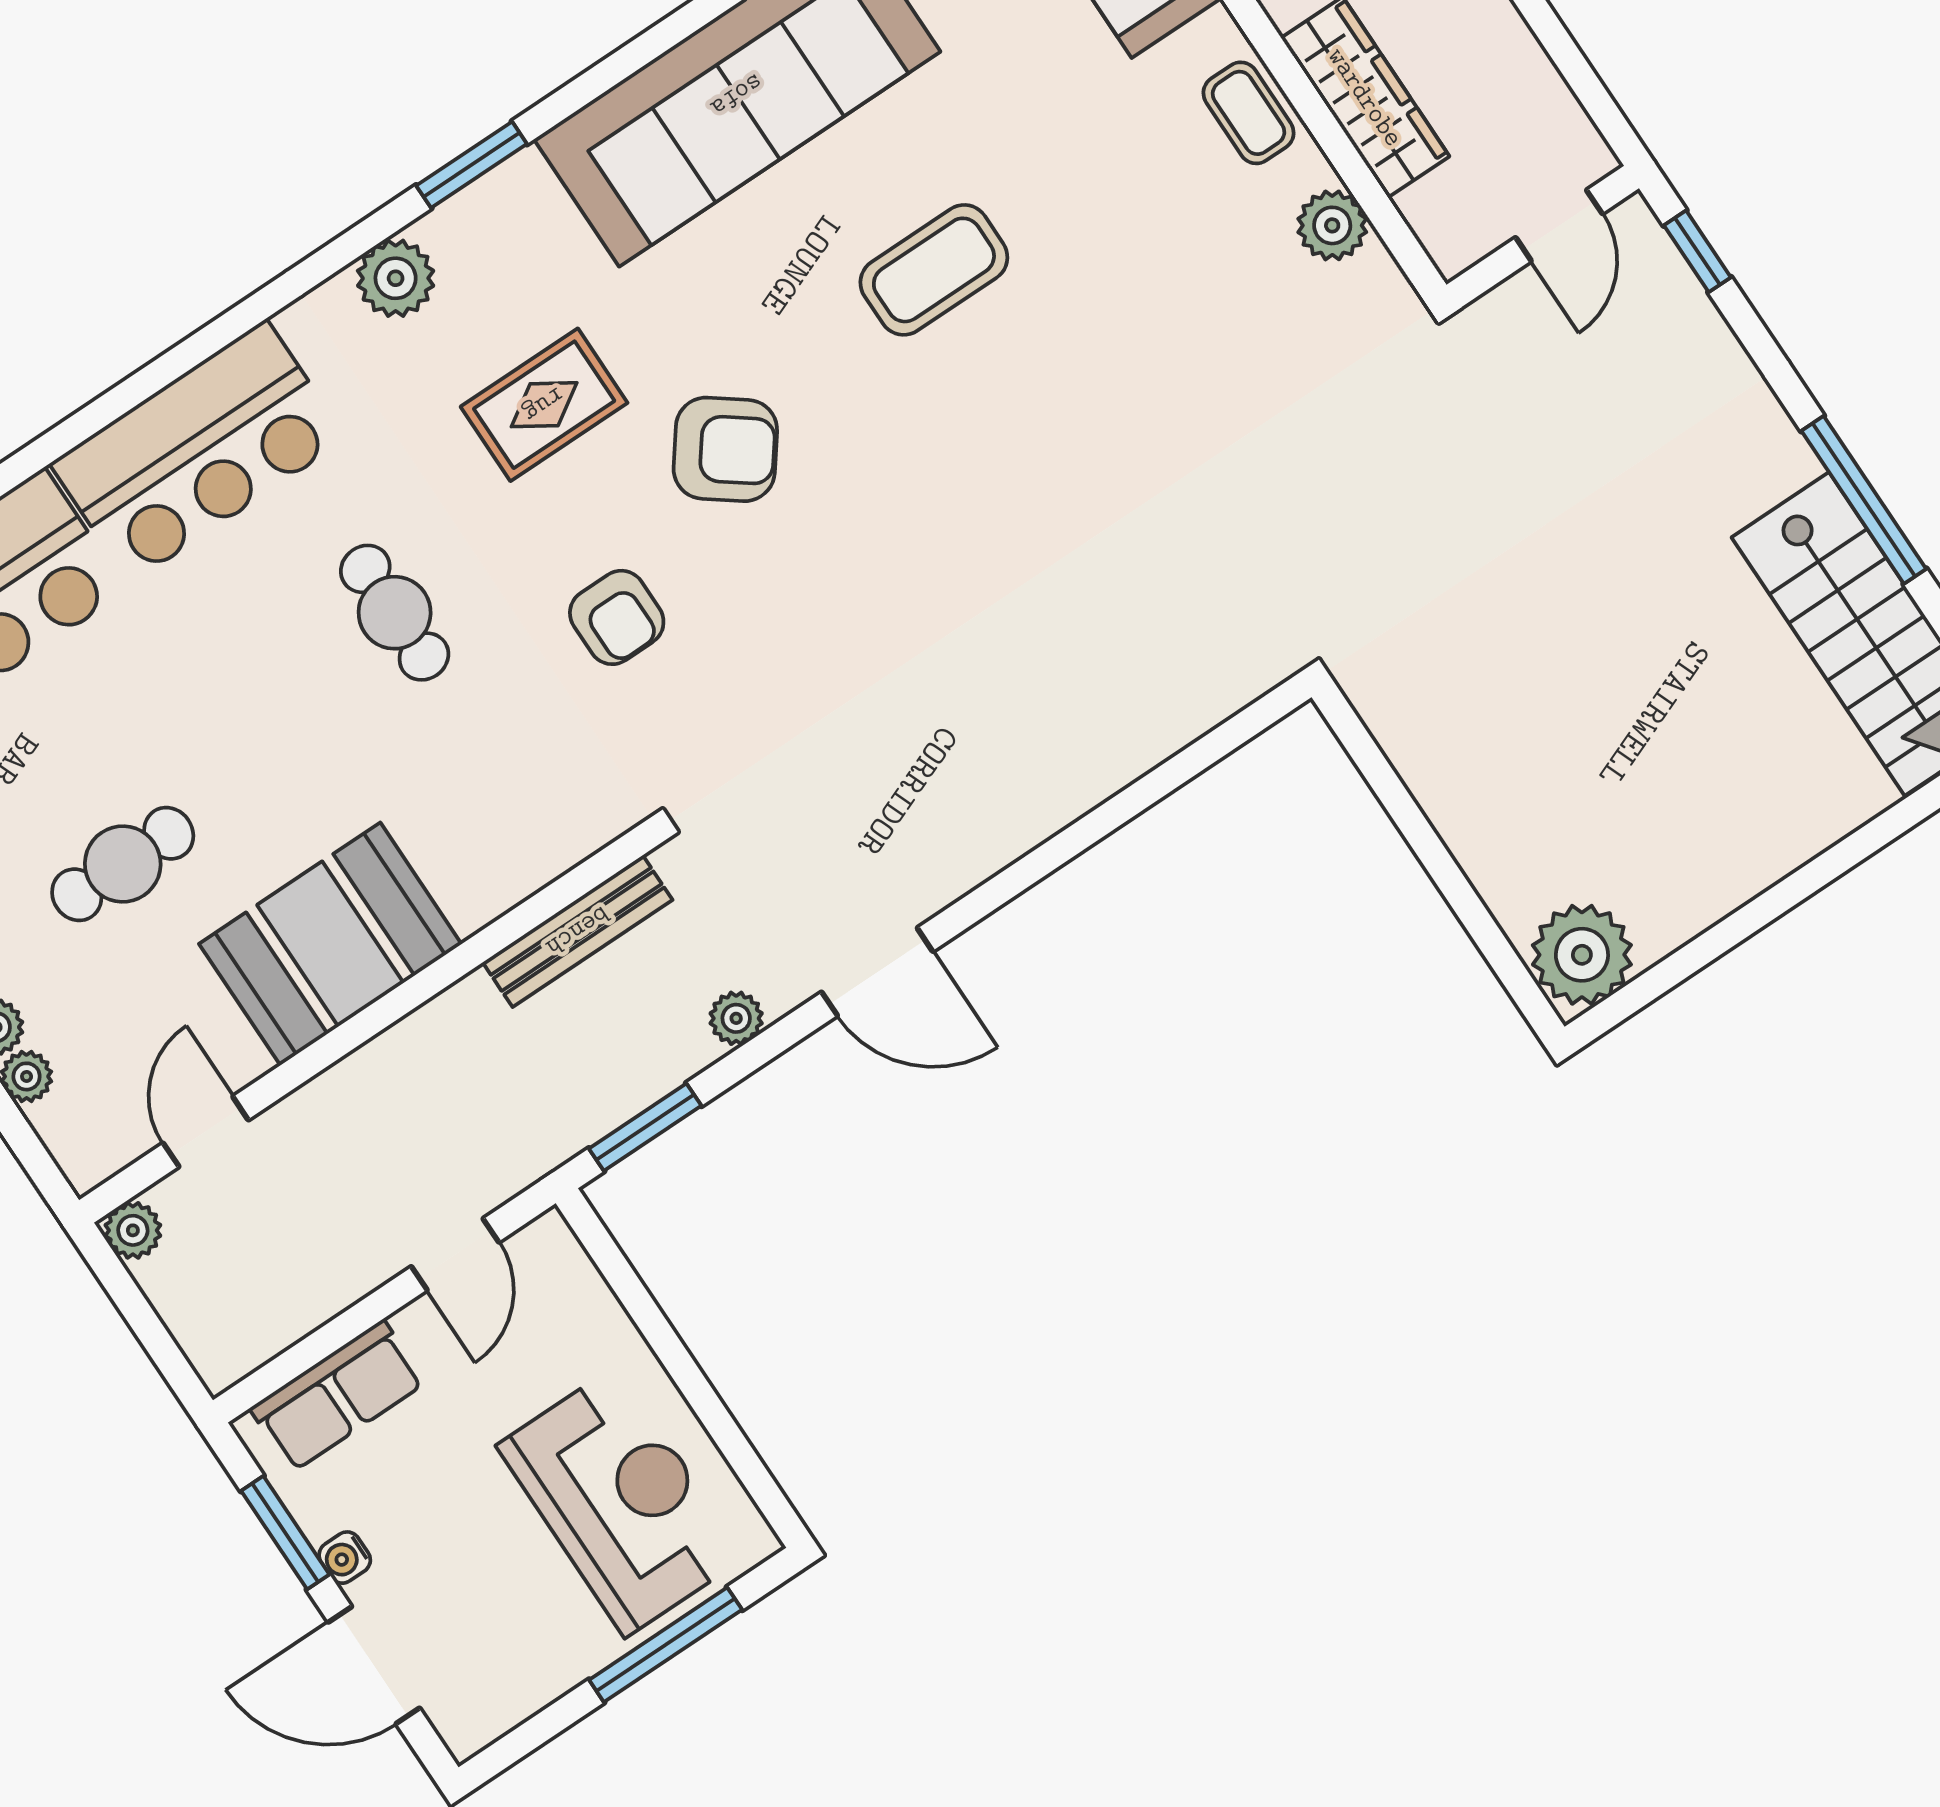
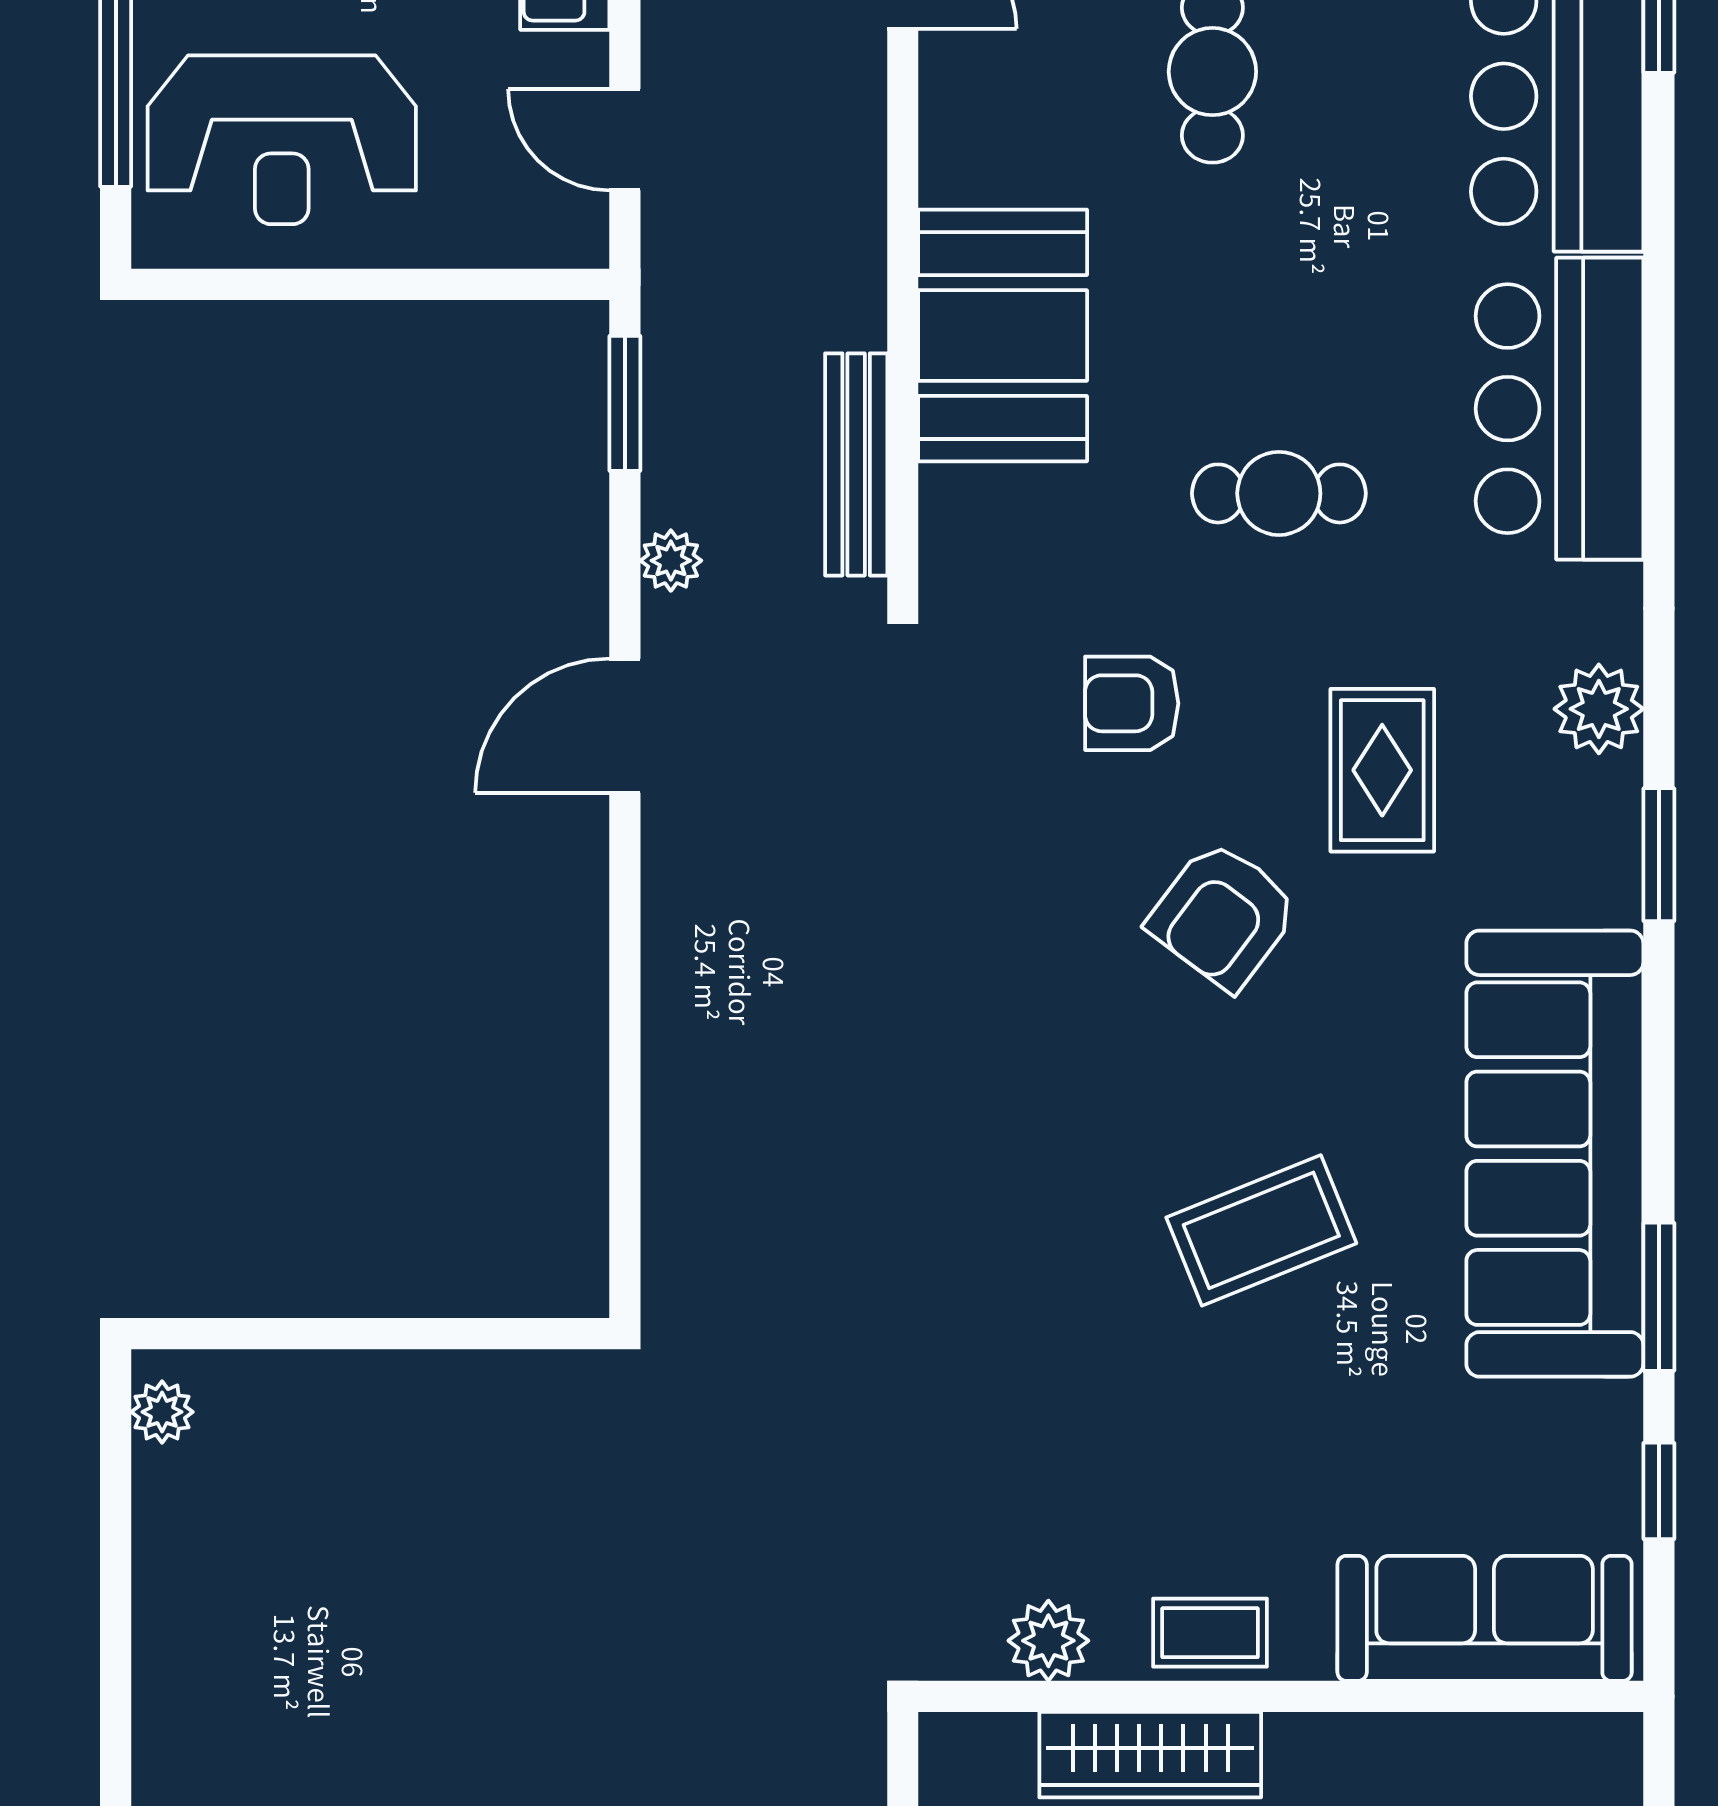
coffee table: (934, 270) -> (1261, 1230), turned 68
booth: (330, 944) -> (1003, 335), moved
plant: (1582, 955) -> (162, 1412), width x0.53, depth x0.53

